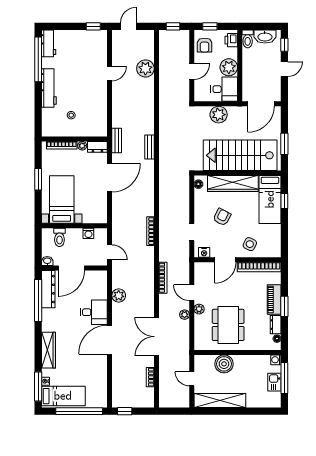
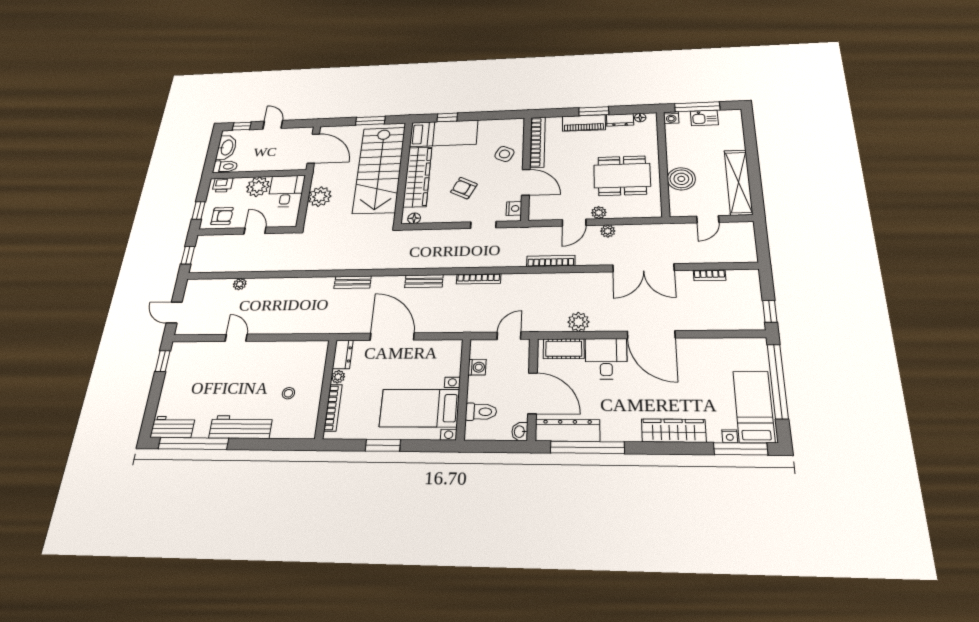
plant: (145, 68) -> (240, 284), width x0.53, depth x0.53
bench: (117, 140) -> (424, 281), moved
cot: (101, 286) -> (564, 349), added

